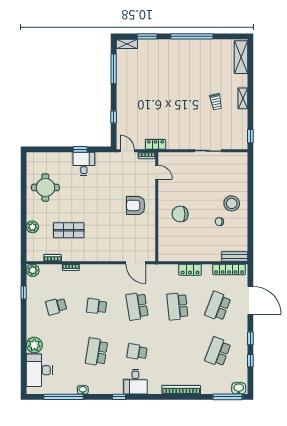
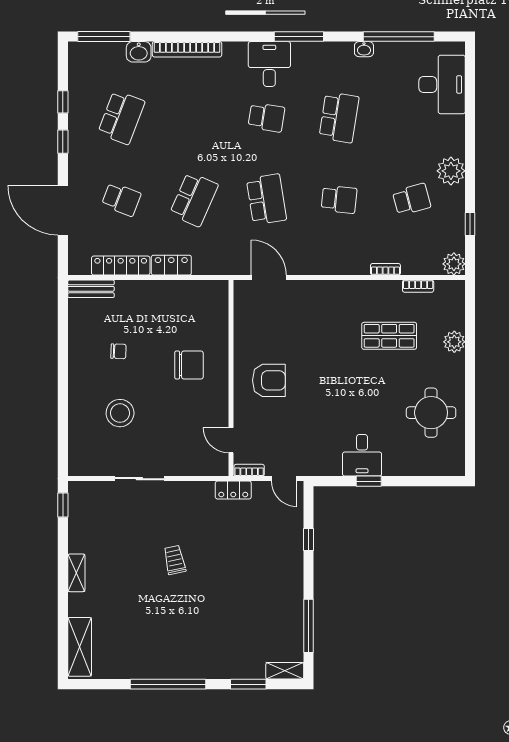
trolley: (216, 102) -> (175, 560), moved
stool: (232, 203) -> (120, 413), moved
locker: (229, 269) -> (121, 266), moved
school desk: (177, 306) -> (194, 199), turned 30
school desk: (218, 306) -> (121, 199), width x0.54
plant: (34, 345) -> (451, 171), moved
washbasin: (239, 388) -> (139, 52), moved
window: (119, 397) -> (299, 37), width x2.17

